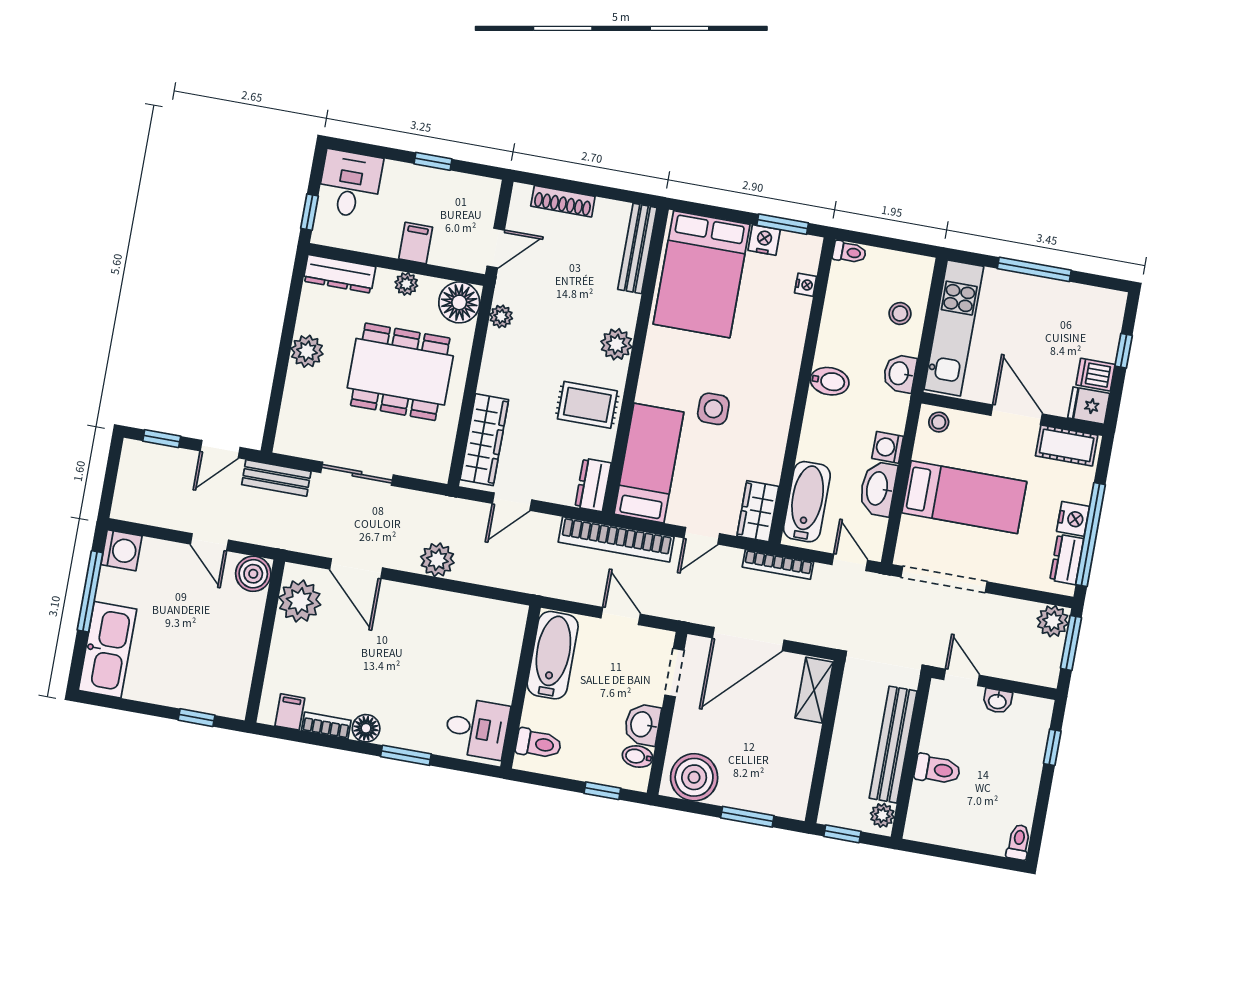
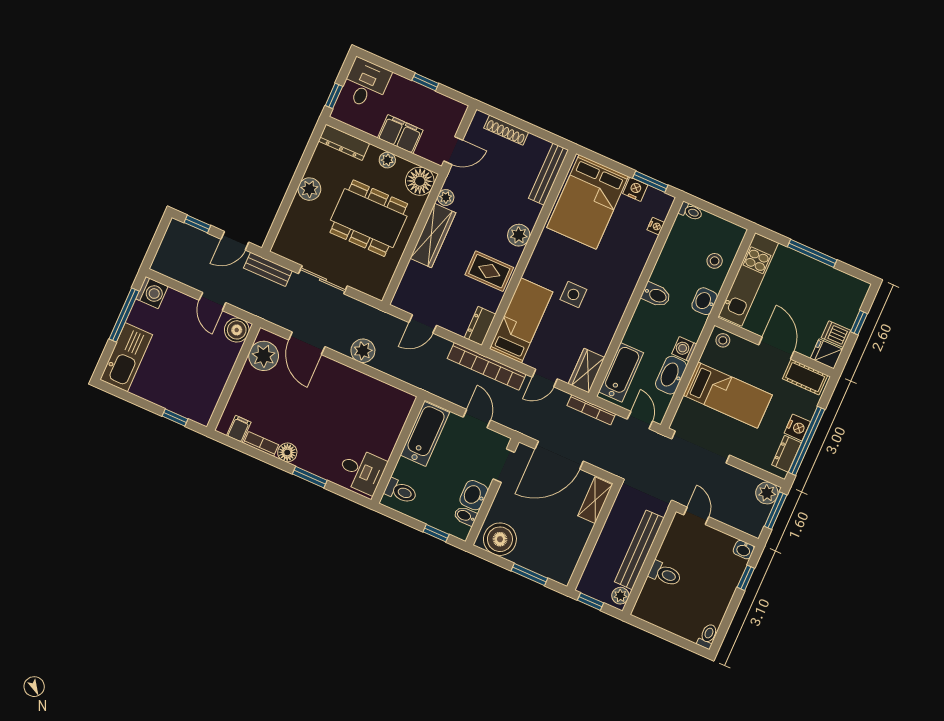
filing cabinet: (416, 243) -> (400, 134), width x2.00
wardrobe: (484, 440) -> (433, 235), moved
washbasin: (997, 701) -> (744, 550), moved

